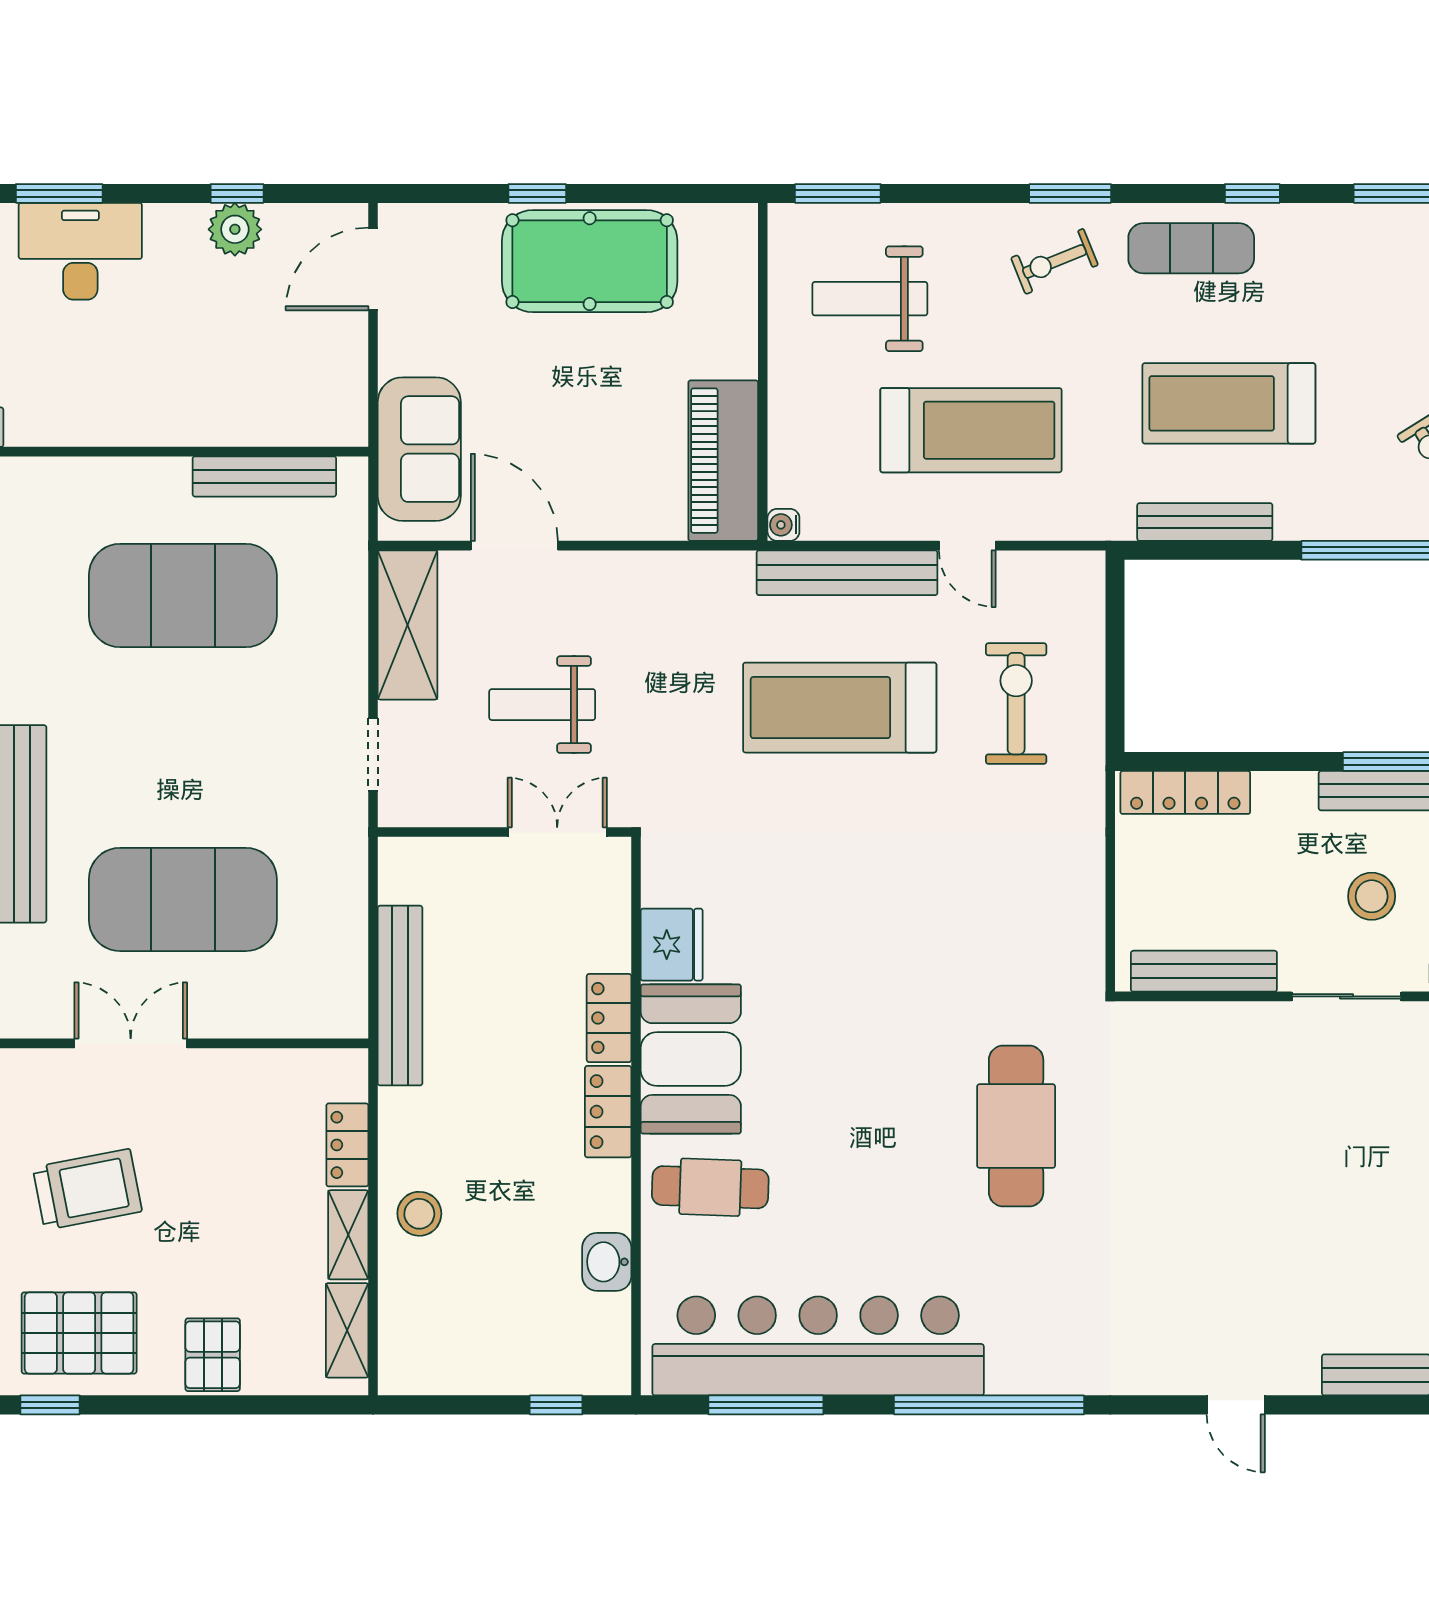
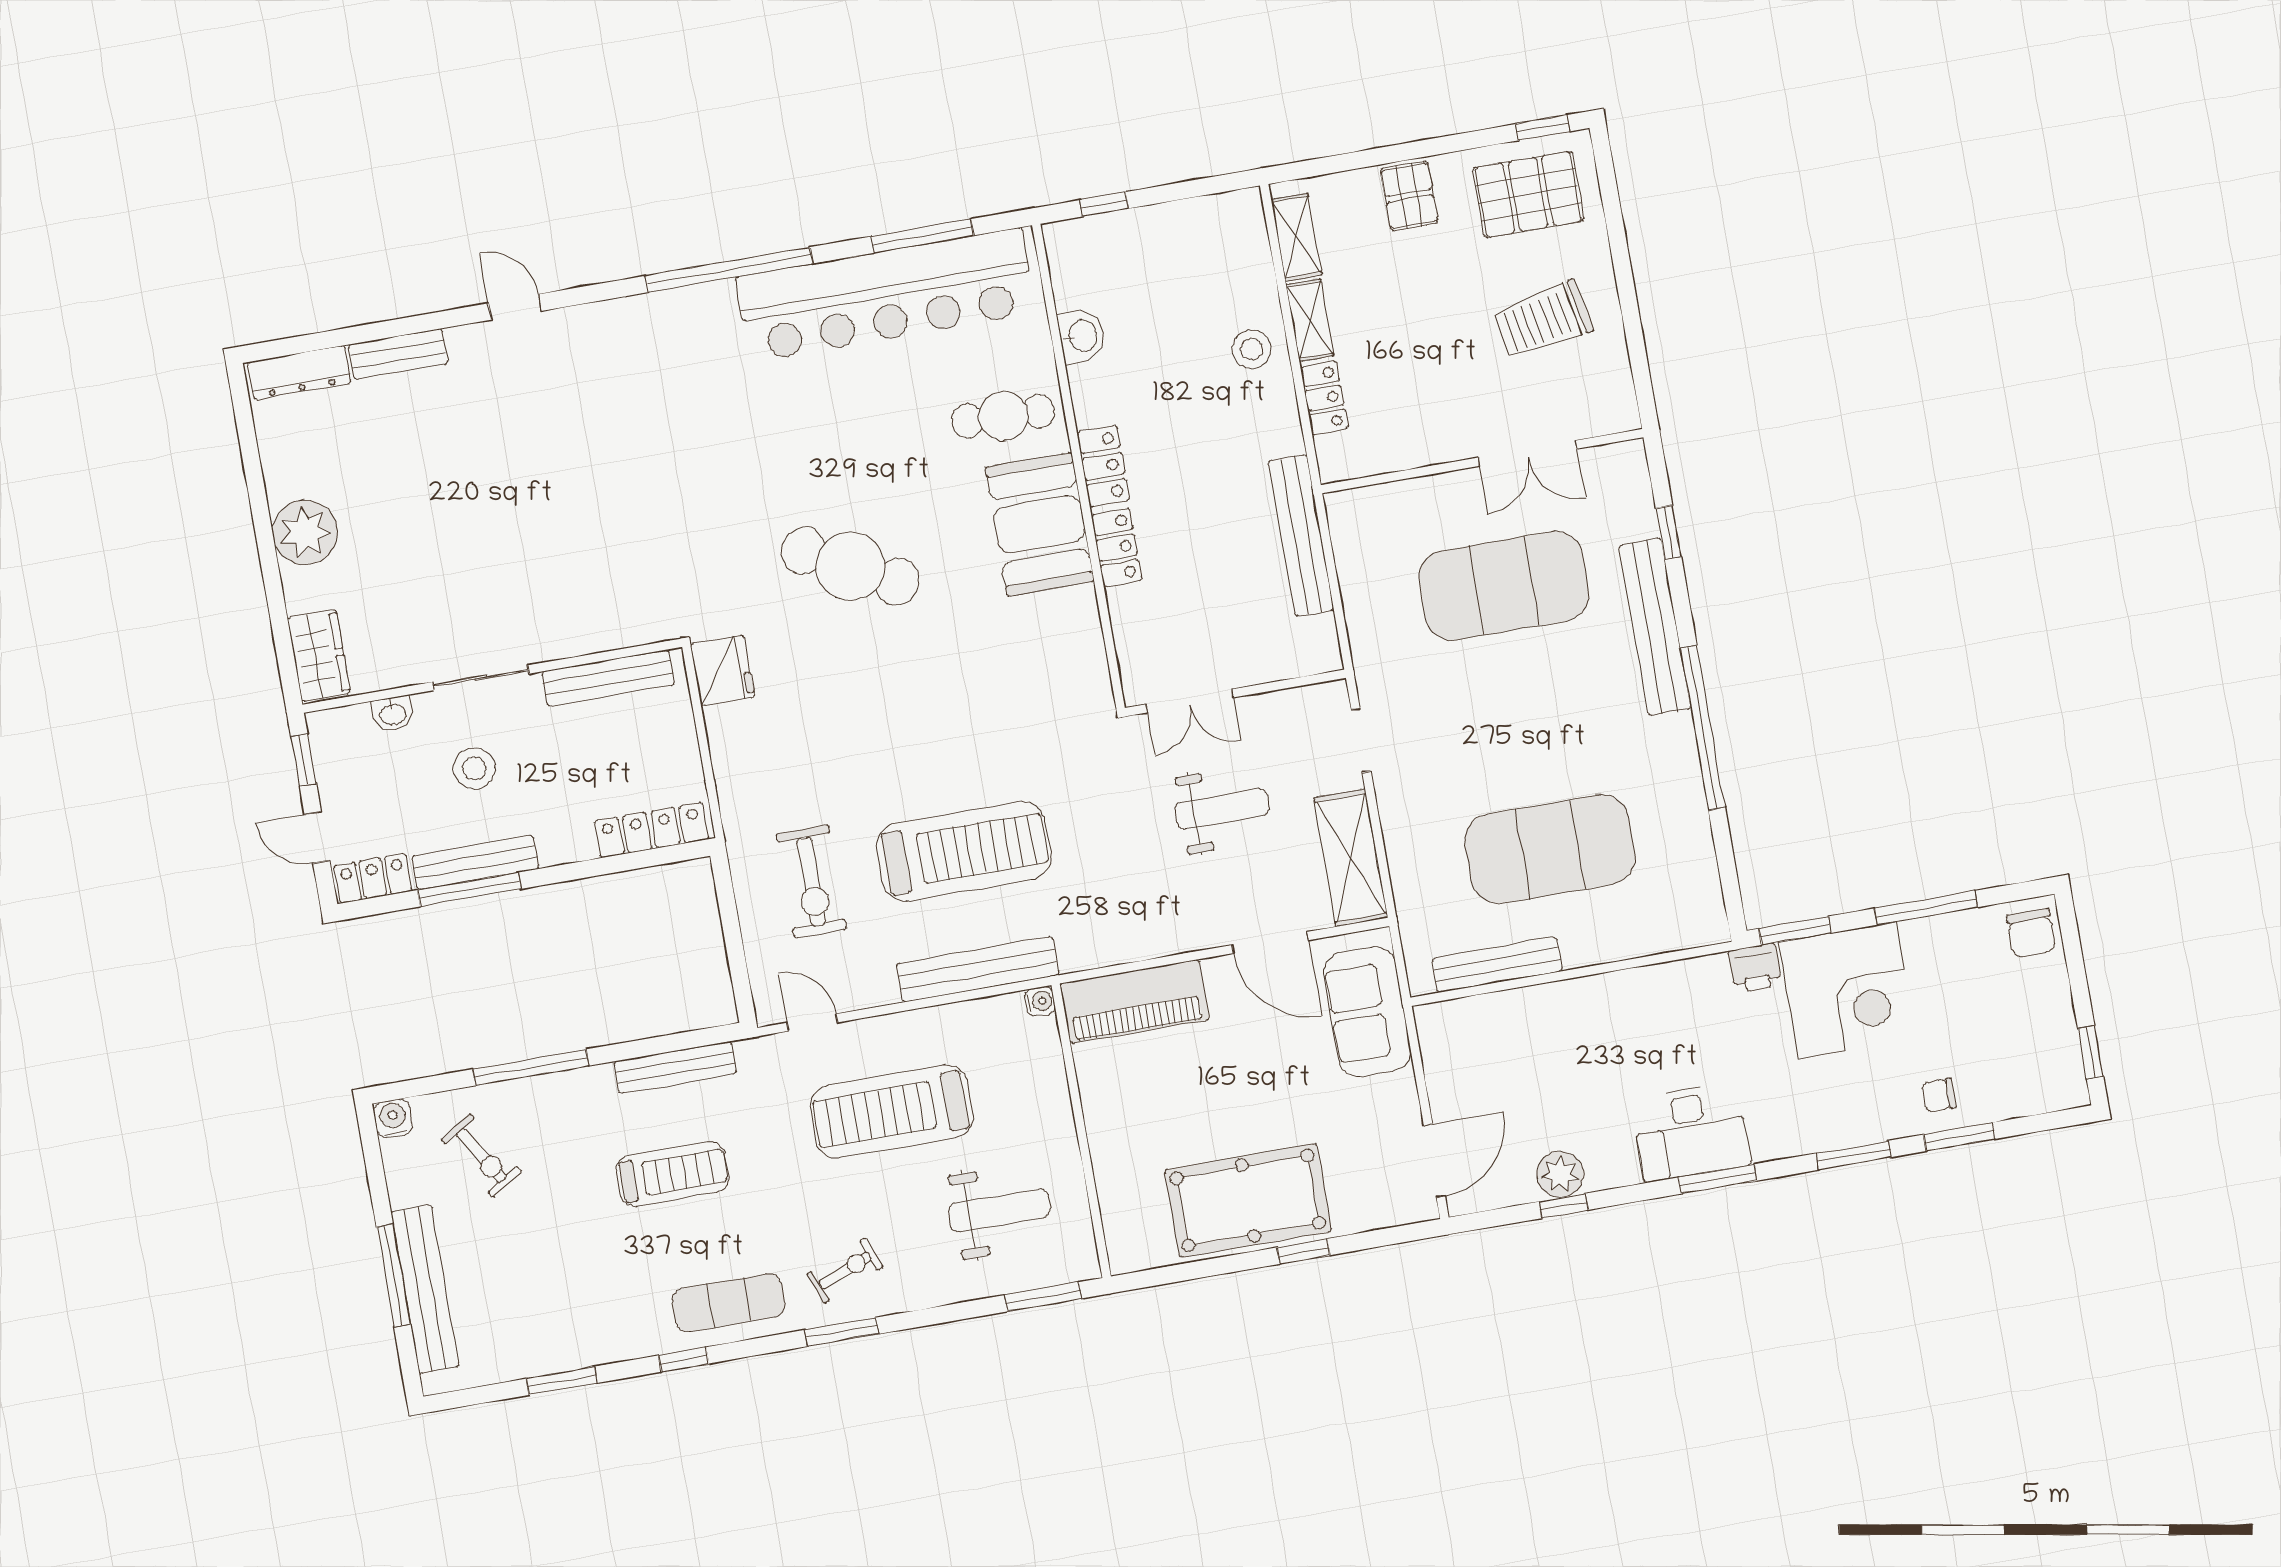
treadmill: (1229, 403) -> (672, 1174), width x0.73, depth x0.73
piano: (723, 461) -> (1134, 1002), moved, turned 90
door: (967, 546) -> (812, 1023), moved
fridge: (672, 945) -> (722, 670), moved, turned 180
cafe table: (1016, 1126) -> (850, 566), moved, turned -62

